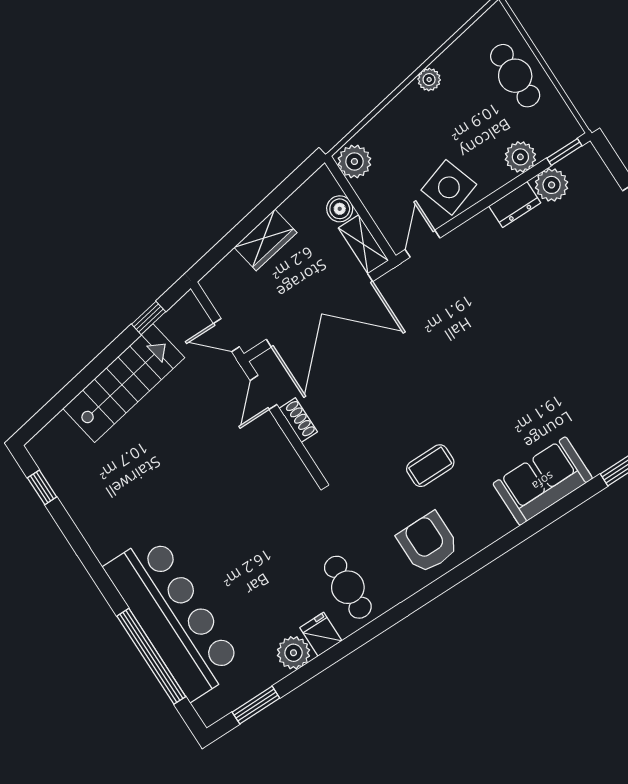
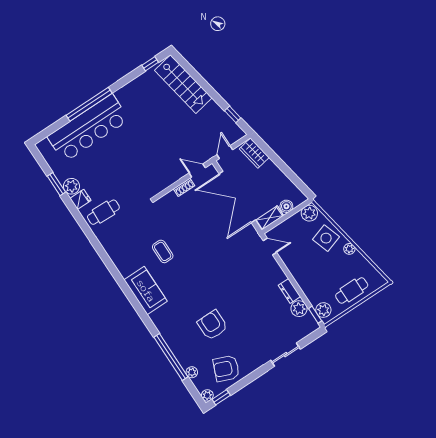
plant: (520, 157) -> (323, 310), moved
side table: (449, 187) -> (326, 238), moved
wardrobe: (265, 240) -> (254, 153), moved
stairs: (124, 383) -> (183, 84), moved
sofa: (543, 481) -> (146, 291), moved
armchair: (428, 543) -> (212, 325), moved, turned -90
window: (151, 656) -> (89, 104), moved
window: (256, 705) -> (56, 184), moved

